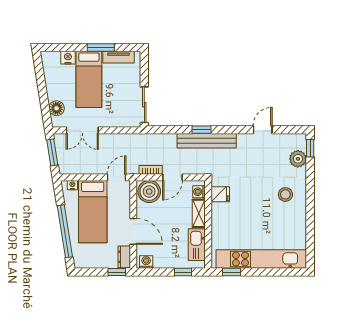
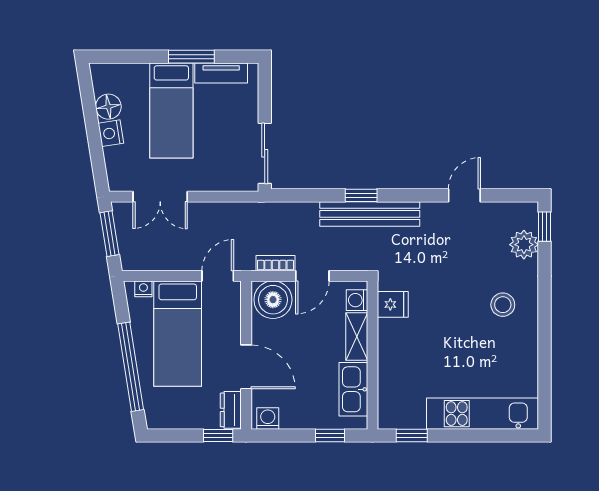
nightstand: (68, 58) -> (111, 133), moved, turned -99
floor lamp: (57, 108) -> (108, 107), moved
kitchen unit: (261, 259) -> (482, 414), width x0.73

